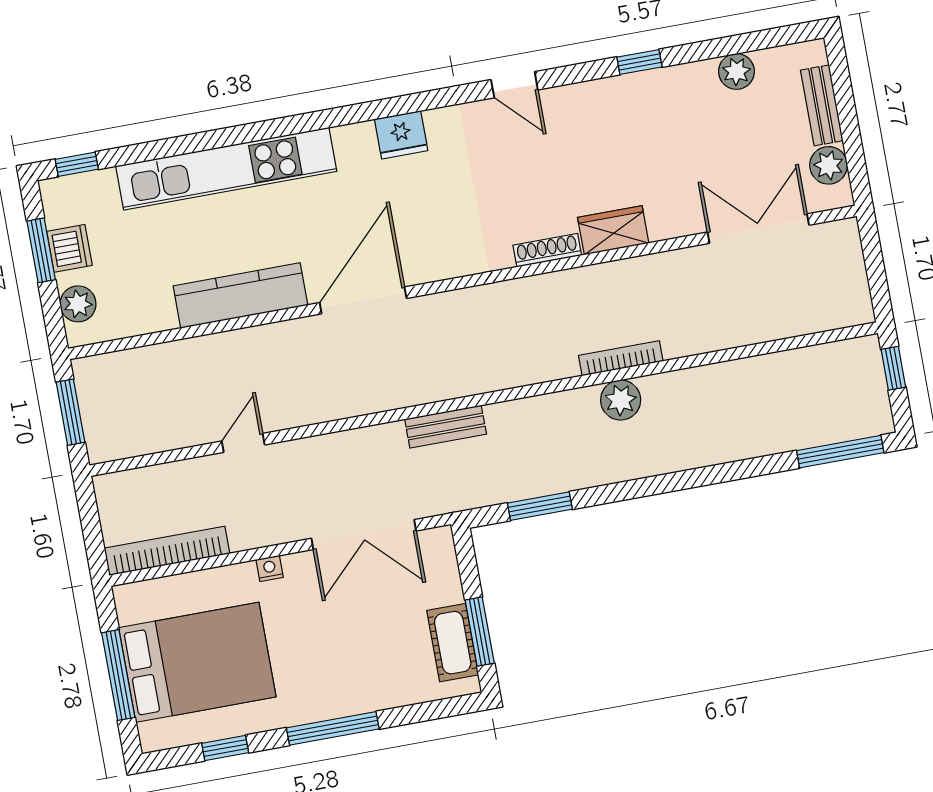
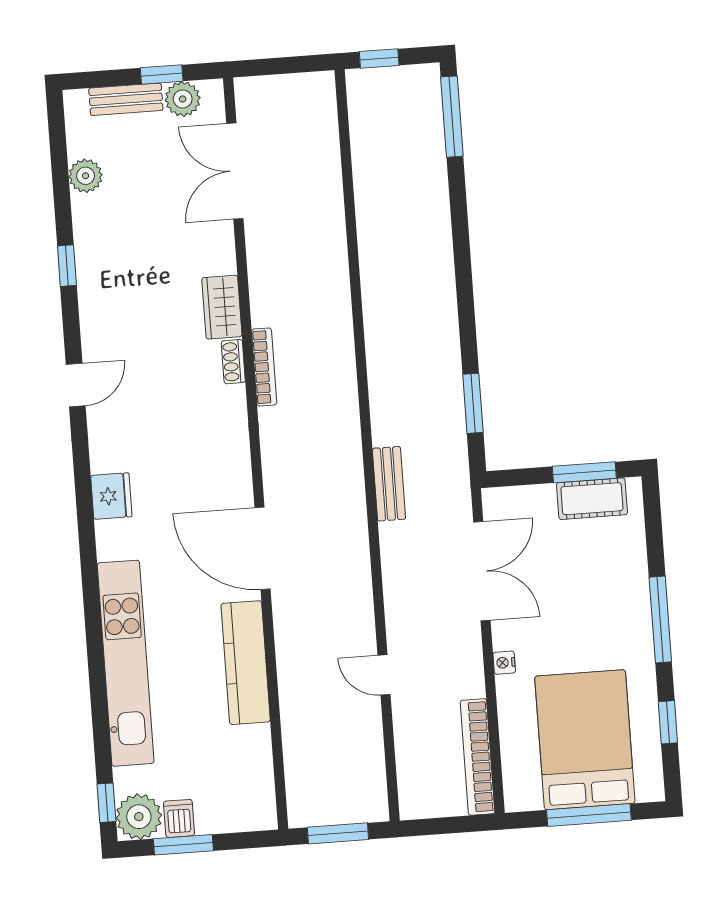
window: (852, 140) -> (162, 74), added
dishwasher: (69, 248) -> (179, 818), width x0.73
shoe rack: (547, 250) -> (233, 362), width x0.70
plant: (78, 304) -> (139, 817), moved, width x1.36, depth x1.36
bookcase: (621, 358) -> (264, 367), moved, turned 180
plant: (621, 400) -> (382, 317), removed

